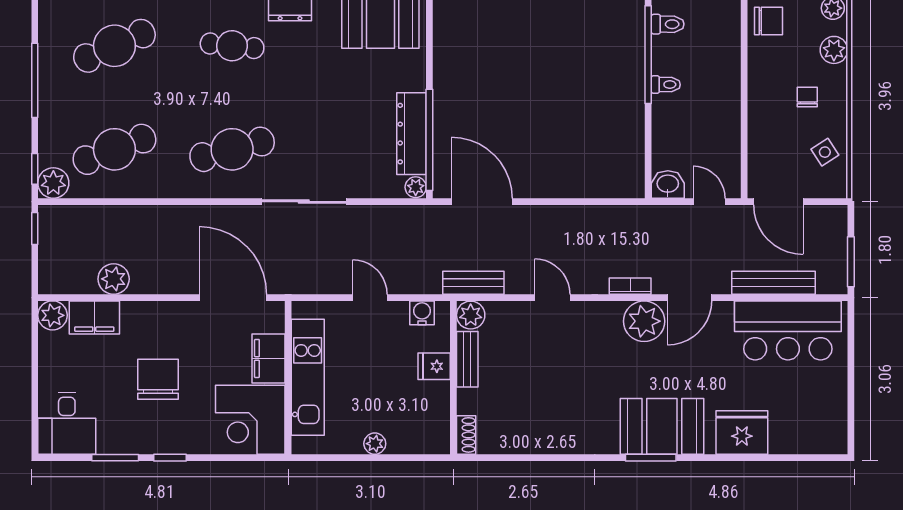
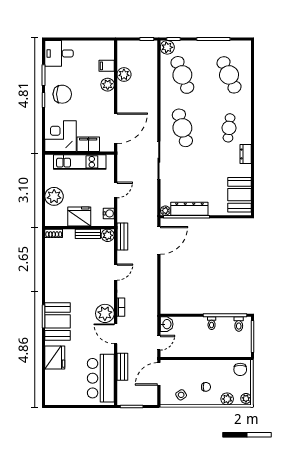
bench: (774, 283) -> (122, 367), width x0.73
plant: (53, 315) -> (108, 85), moved
filing cabinet: (94, 317) -> (107, 66), width x0.50
fridge: (434, 366) -> (79, 216), width x1.88, depth x1.34
chair: (158, 379) -> (62, 94), moved
plant: (375, 444) -> (54, 196), width x1.88, depth x1.88

